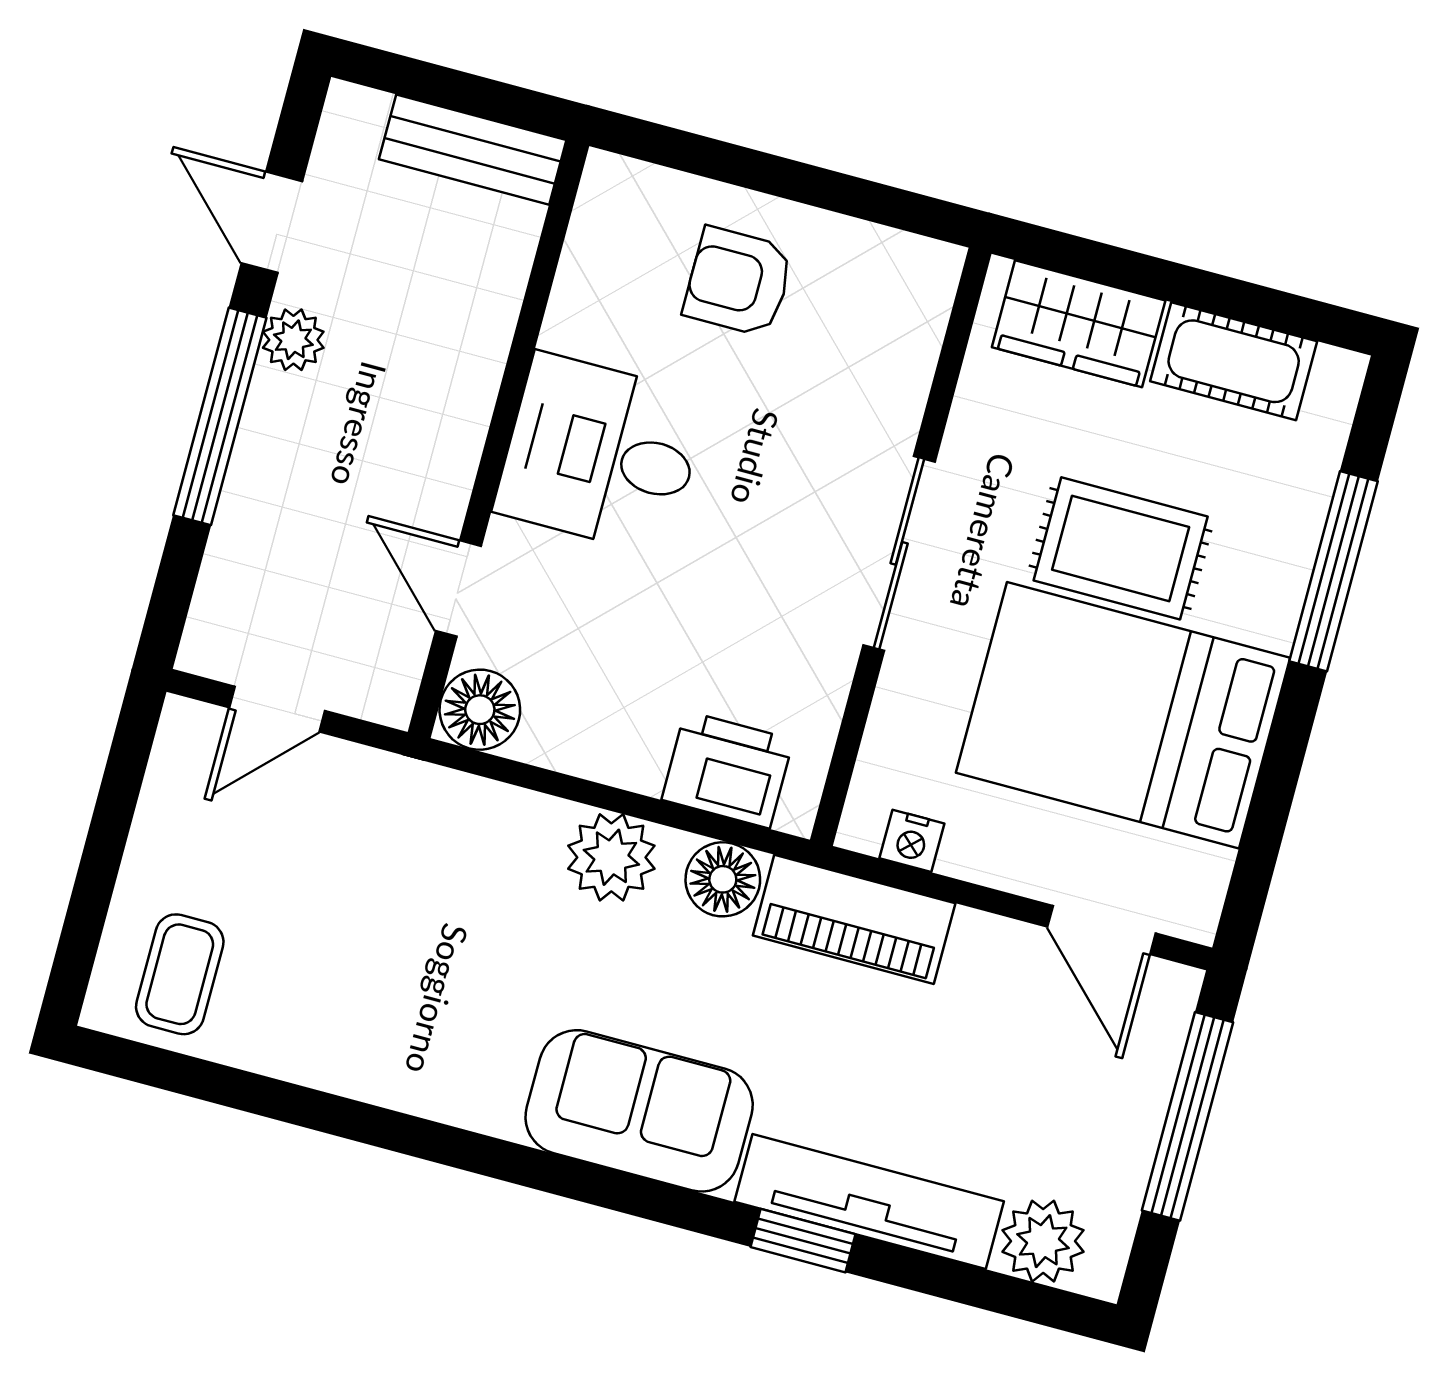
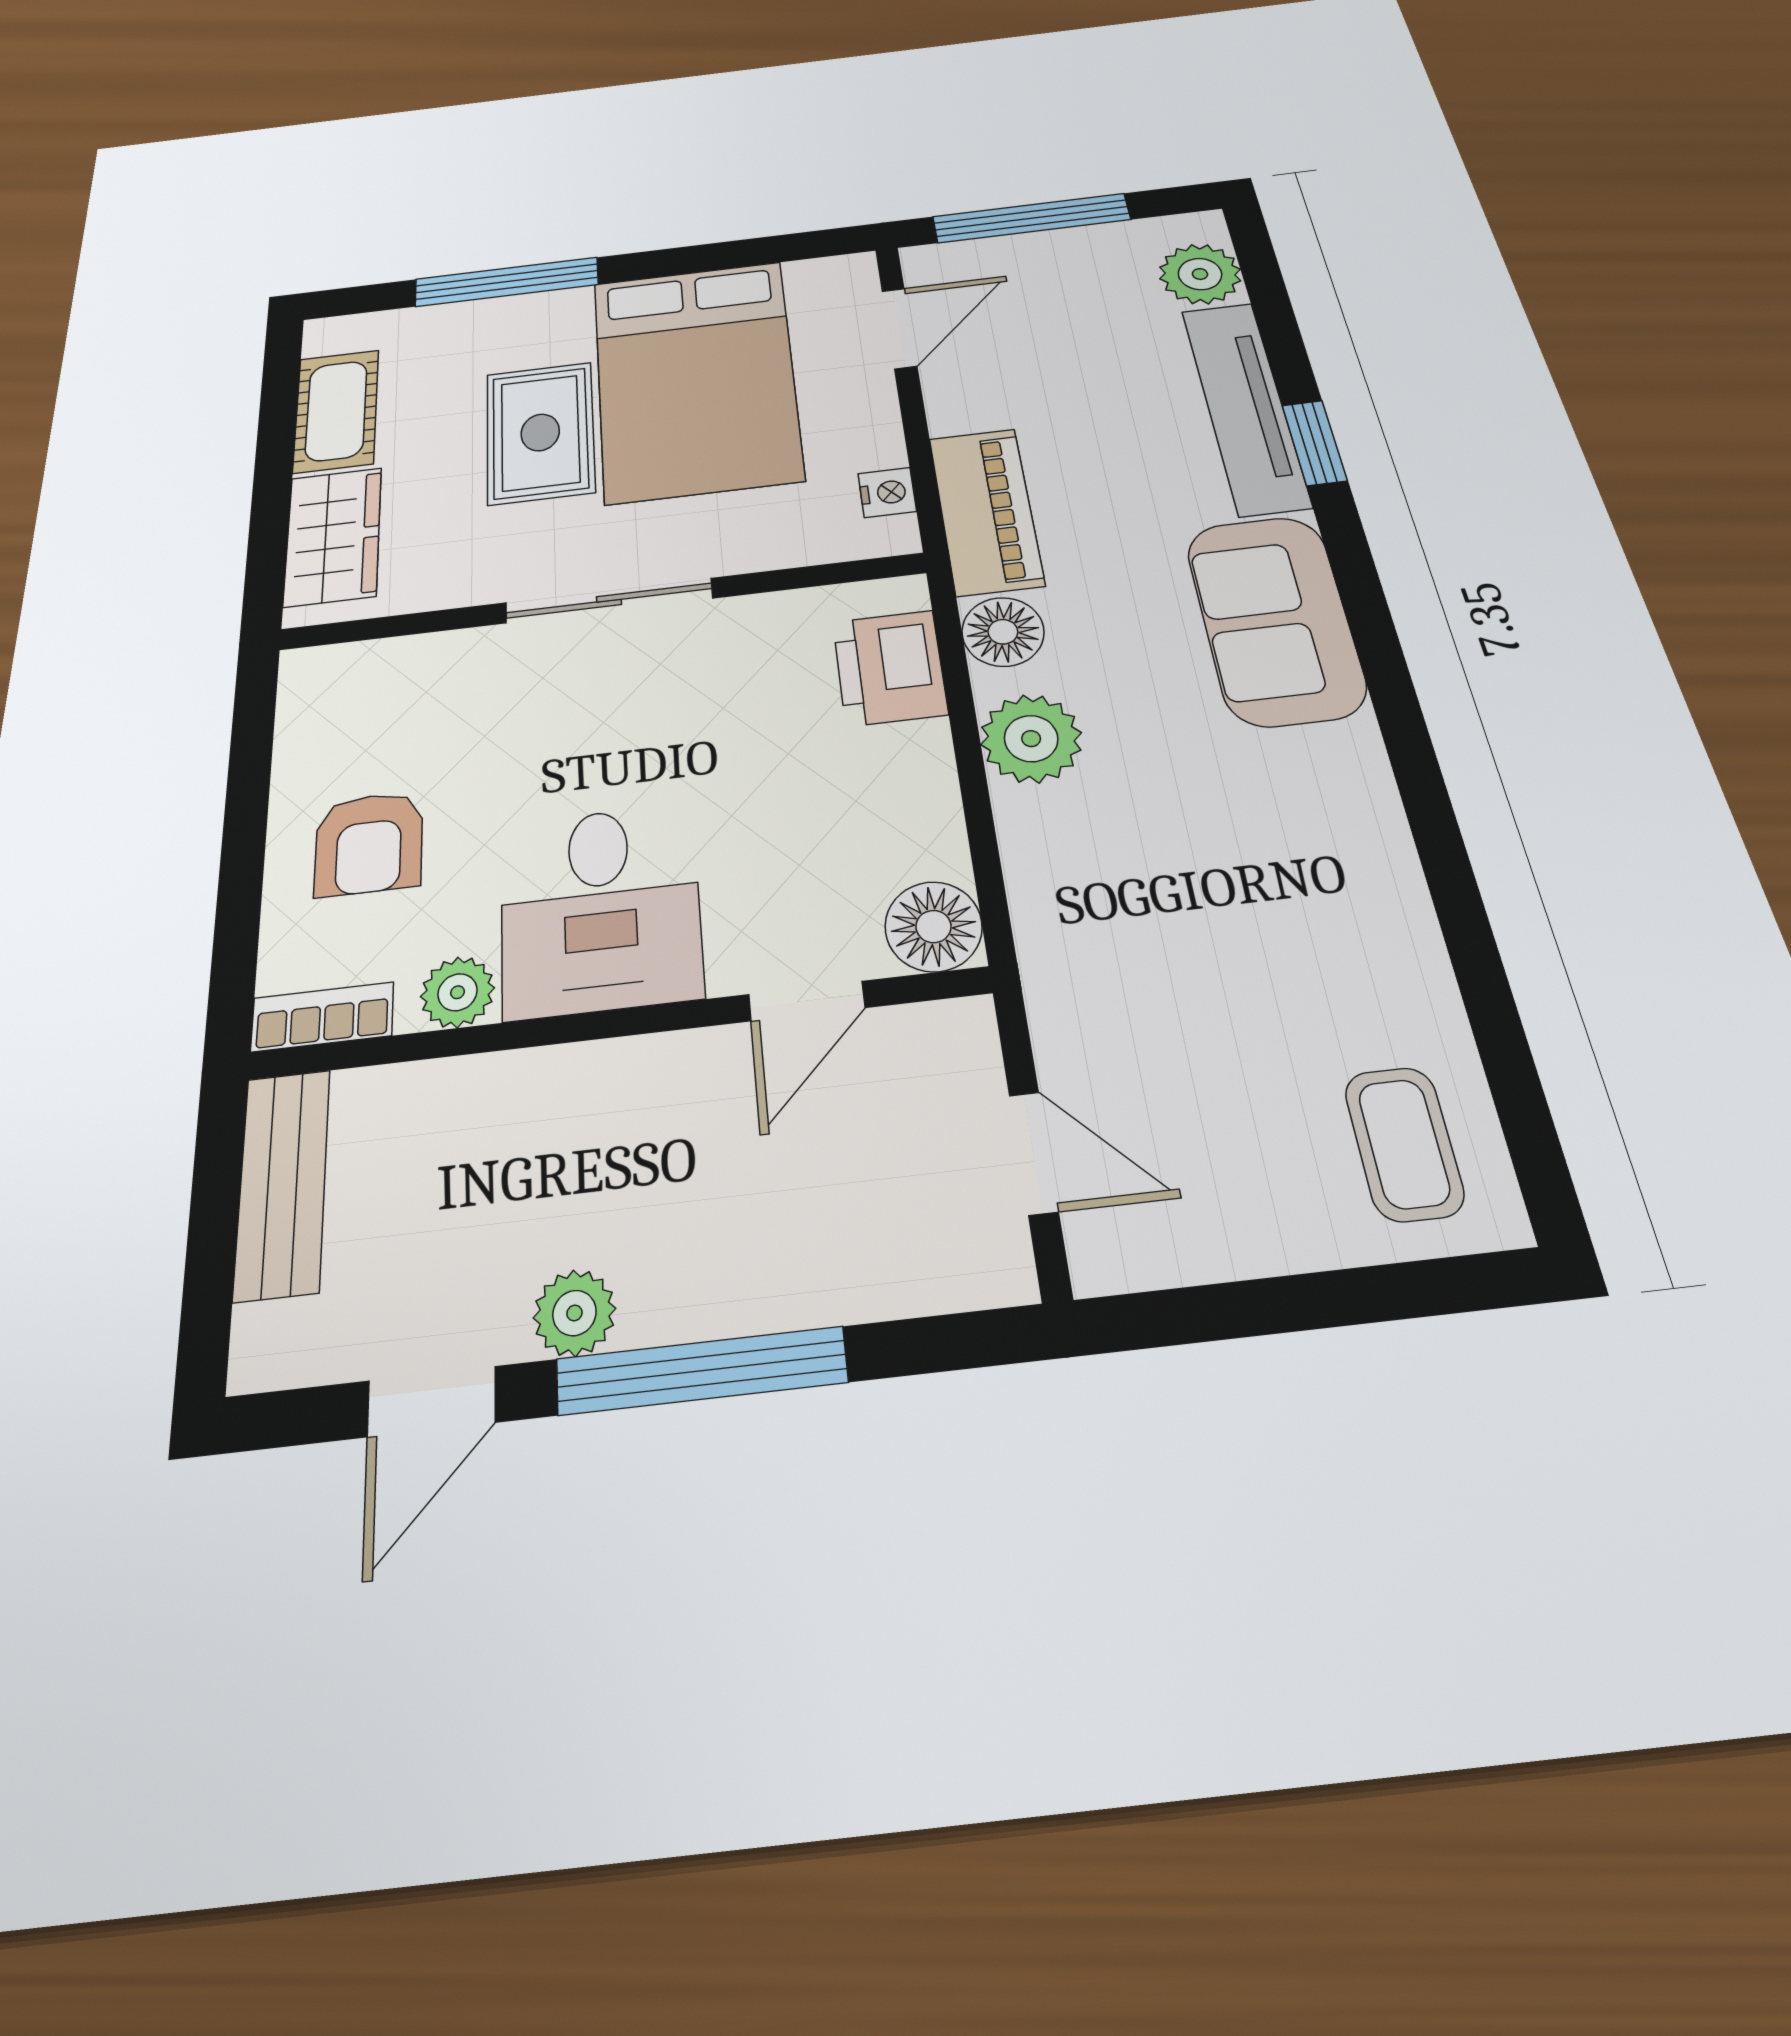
bookcase: (597, 209) -> (322, 1017), added
plant: (575, 321) -> (458, 992), added
coffee table: (180, 974) -> (1404, 1144), turned 90

